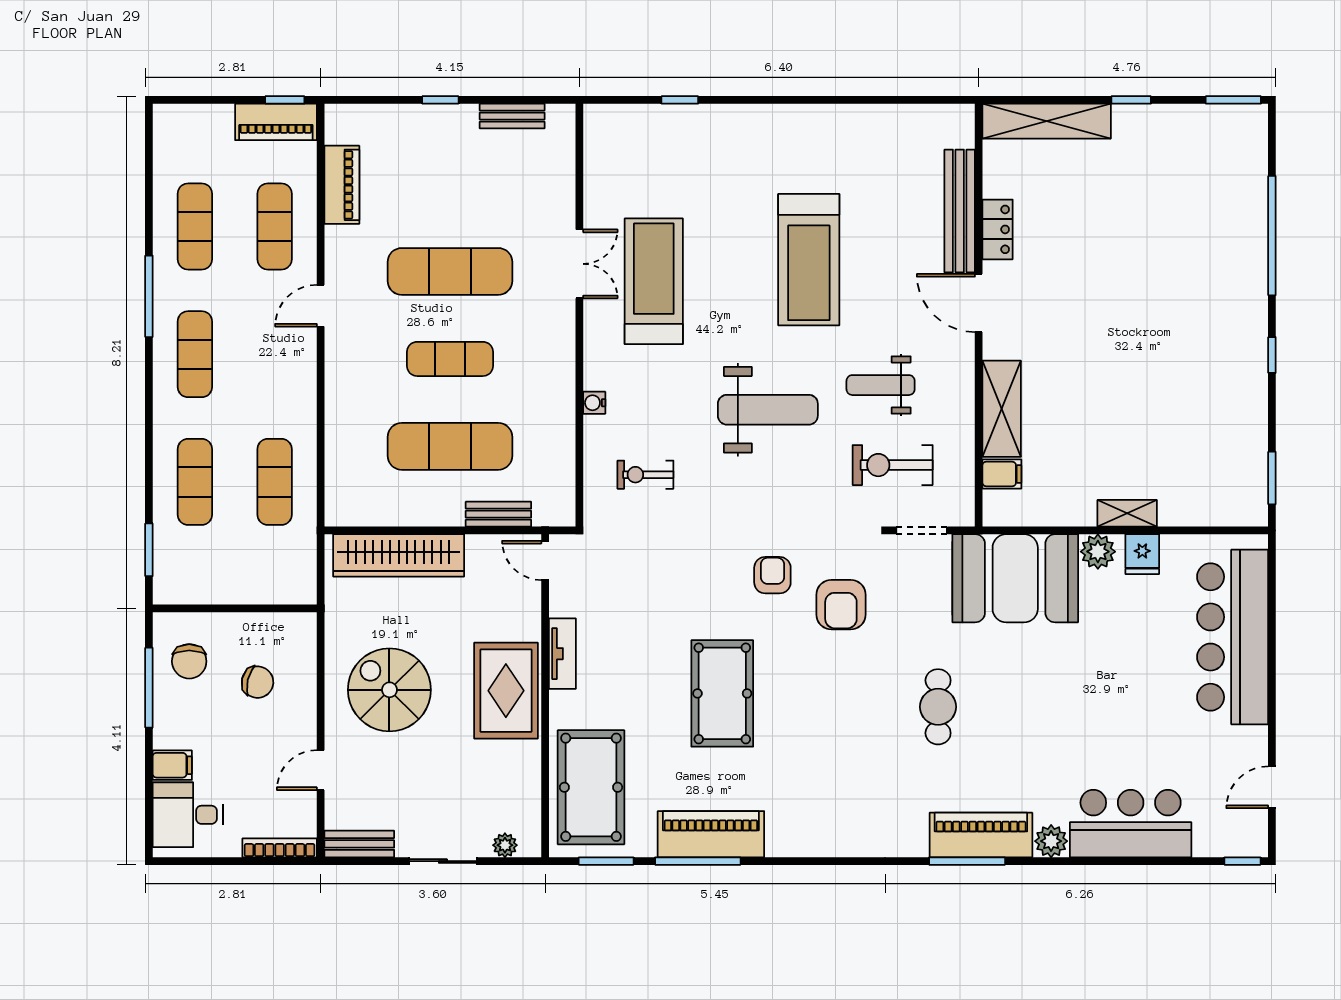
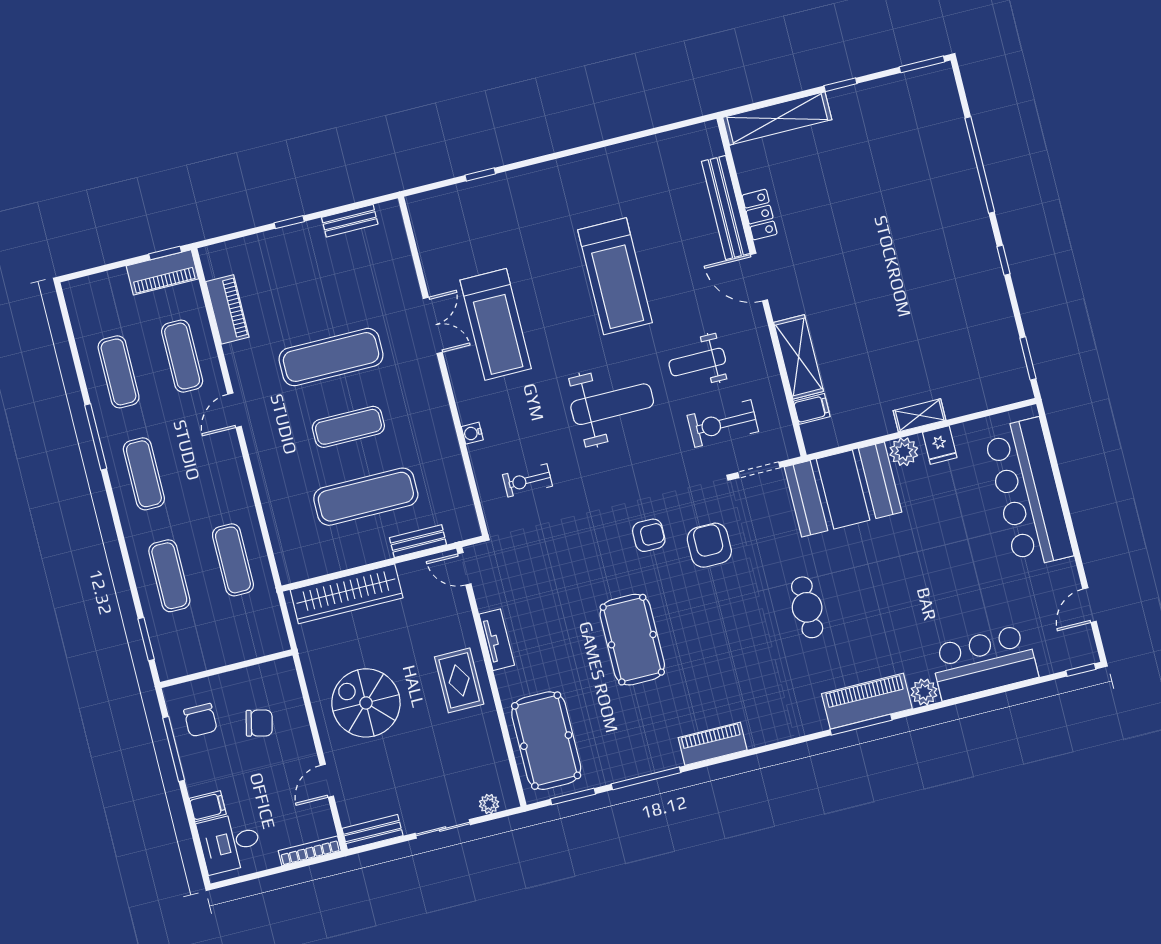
treadmill: (654, 281) -> (496, 324), turned 180
armchair: (772, 575) -> (649, 535), turned 90
armchair: (841, 605) -> (709, 545), turned 180
rug: (506, 691) -> (459, 680), width x0.73, depth x0.70
piano: (711, 834) -> (713, 744), moved, width x0.73, depth x0.75

